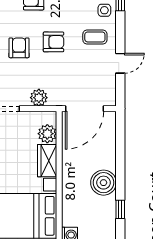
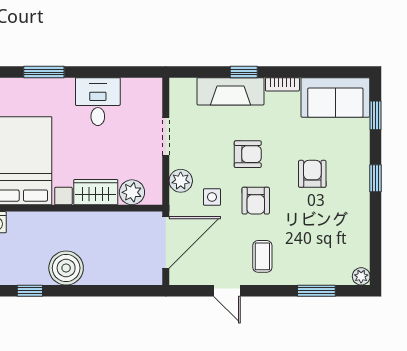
side table: (104, 10) -> (212, 197), moved
door: (84, 109) -> (166, 242), swing flipped

